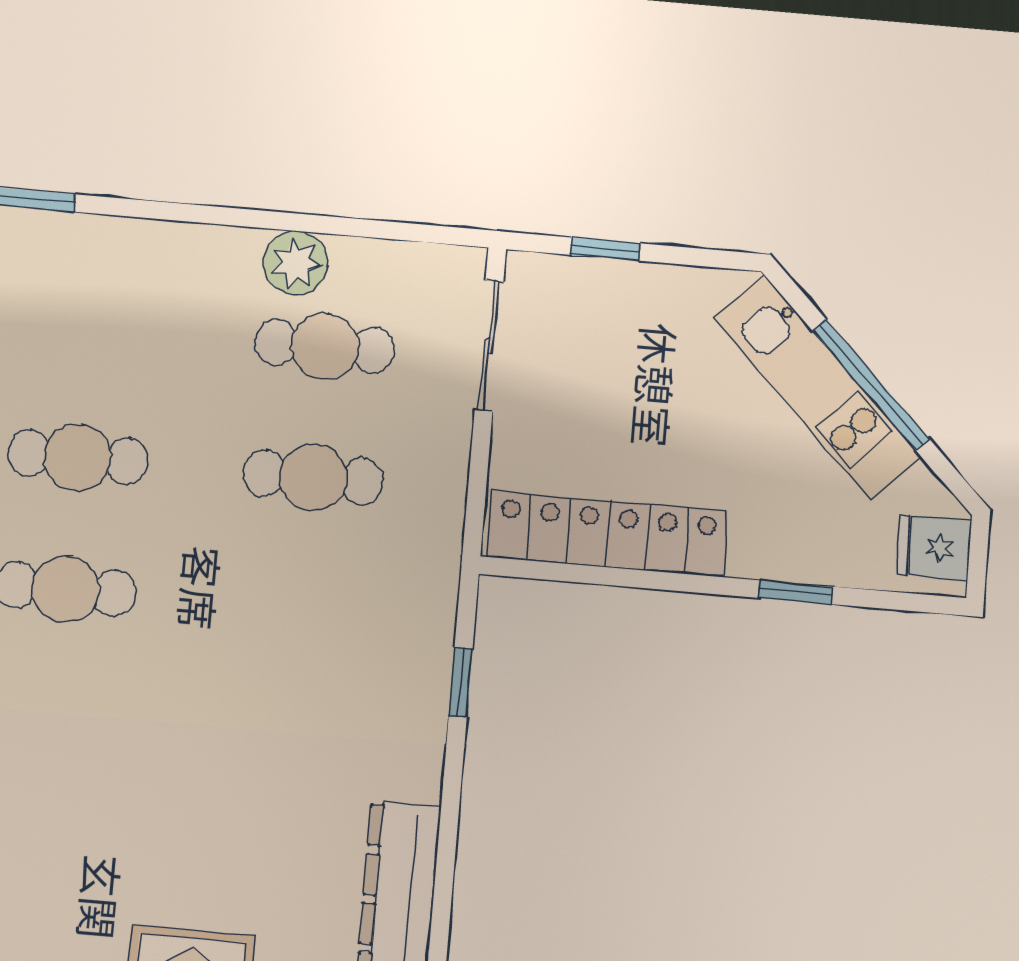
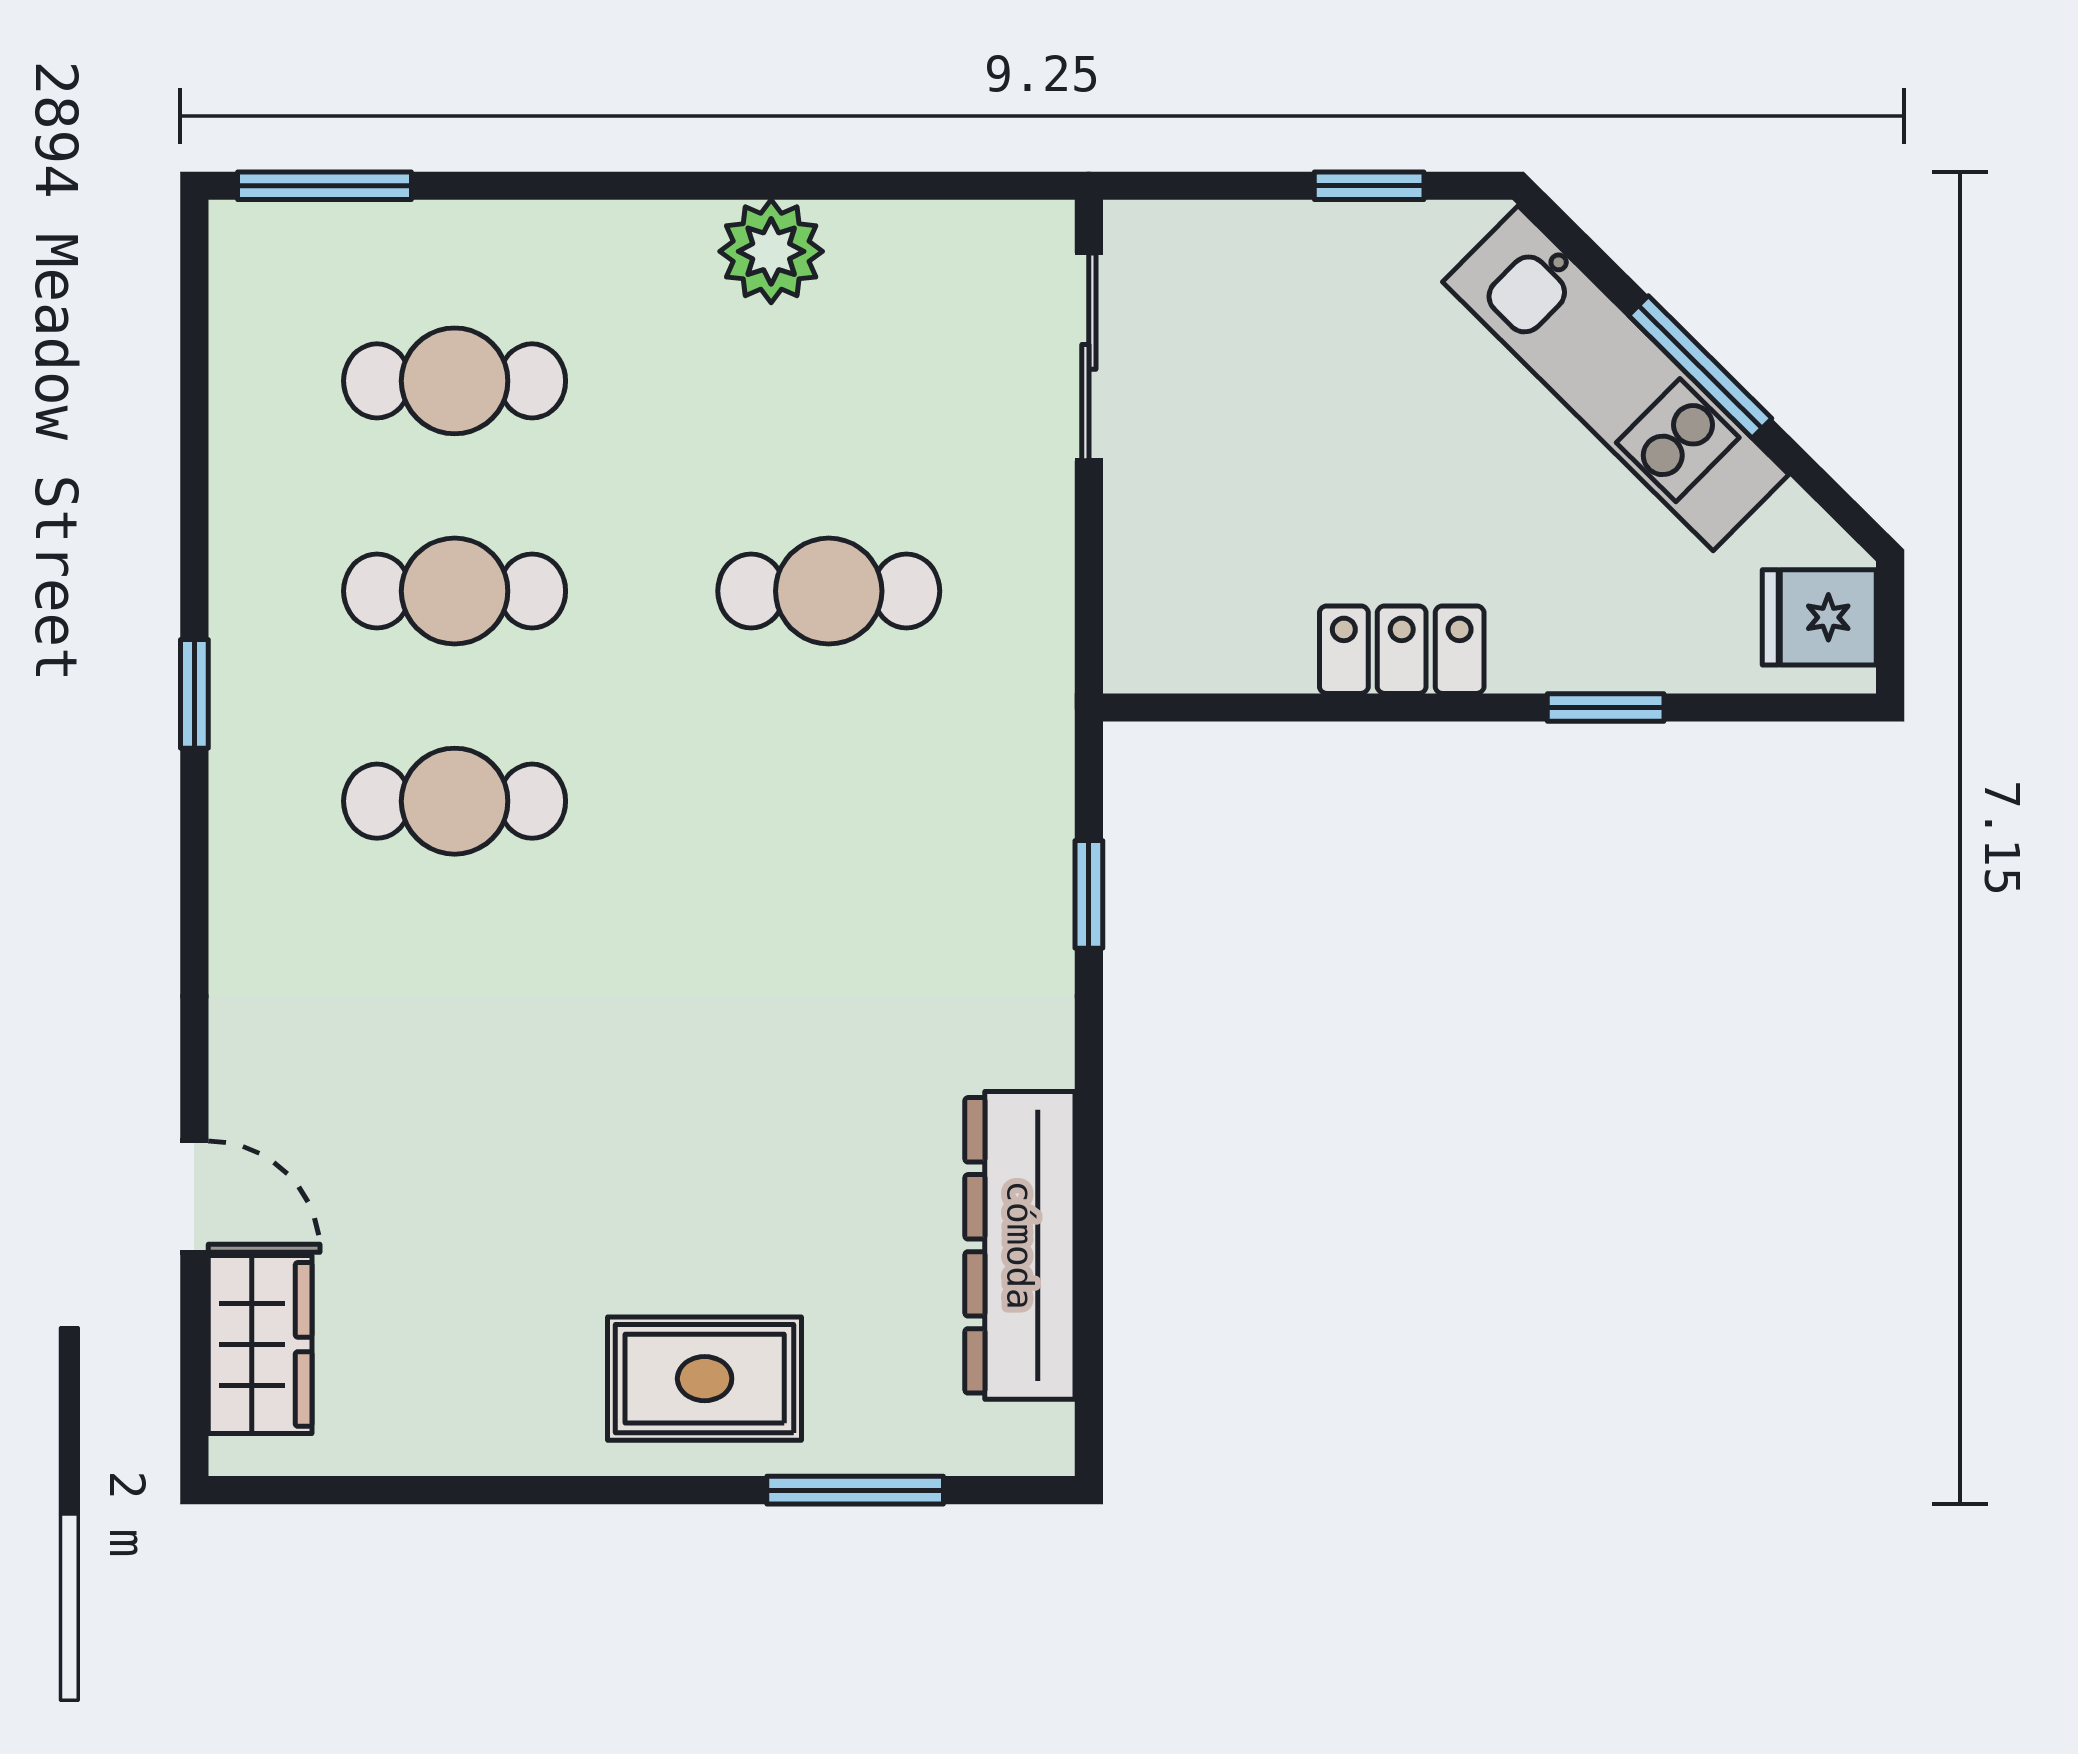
window: (605, 249) -> (1369, 186), moved
cafe table: (325, 346) -> (455, 381), moved
window: (871, 385) -> (1700, 367), width x0.69
locker: (608, 534) -> (1402, 650), width x0.46, depth x0.83

